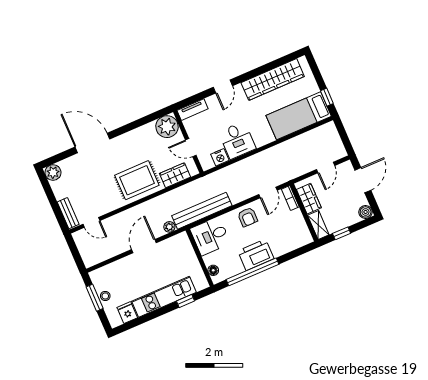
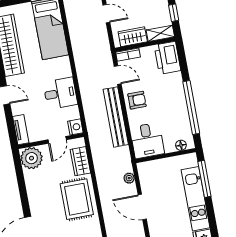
nightstand: (220, 157) -> (75, 127), moved
bench: (202, 211) -> (116, 117), moved
printer: (256, 255) -> (167, 58), moved
window: (185, 301) -> (204, 179), width x2.17

